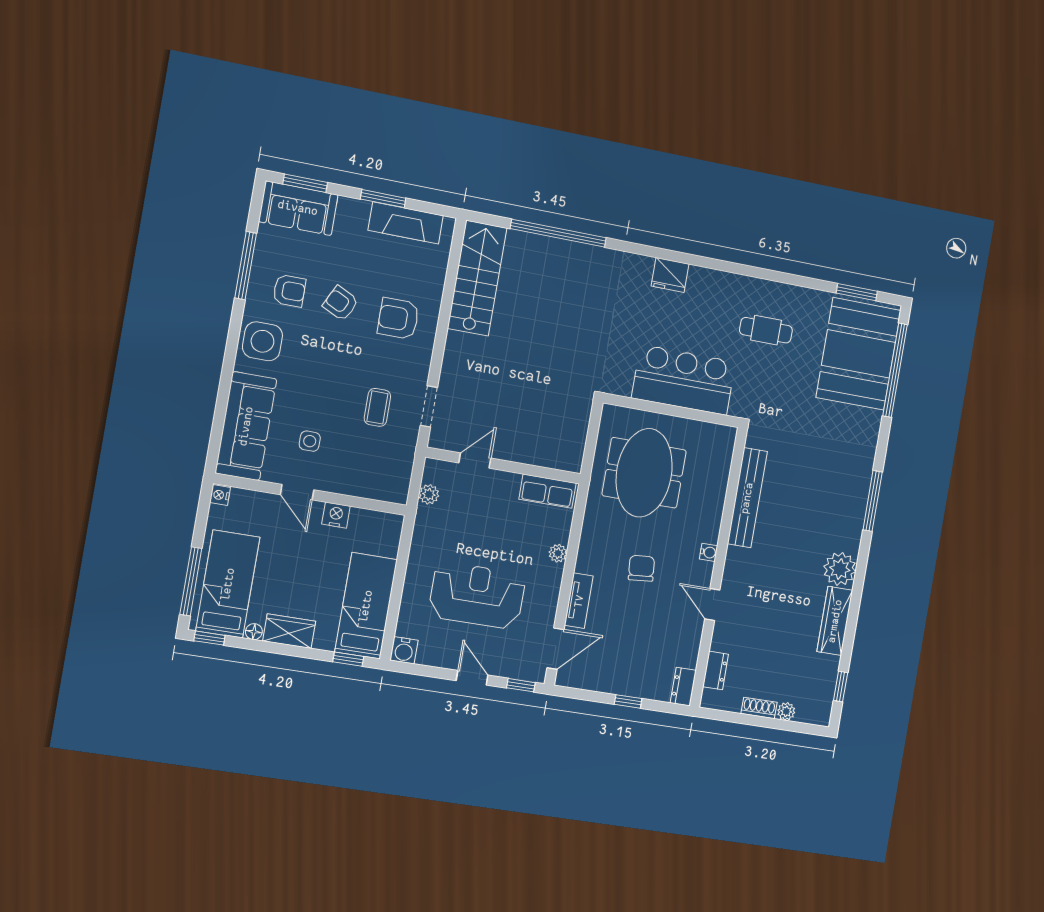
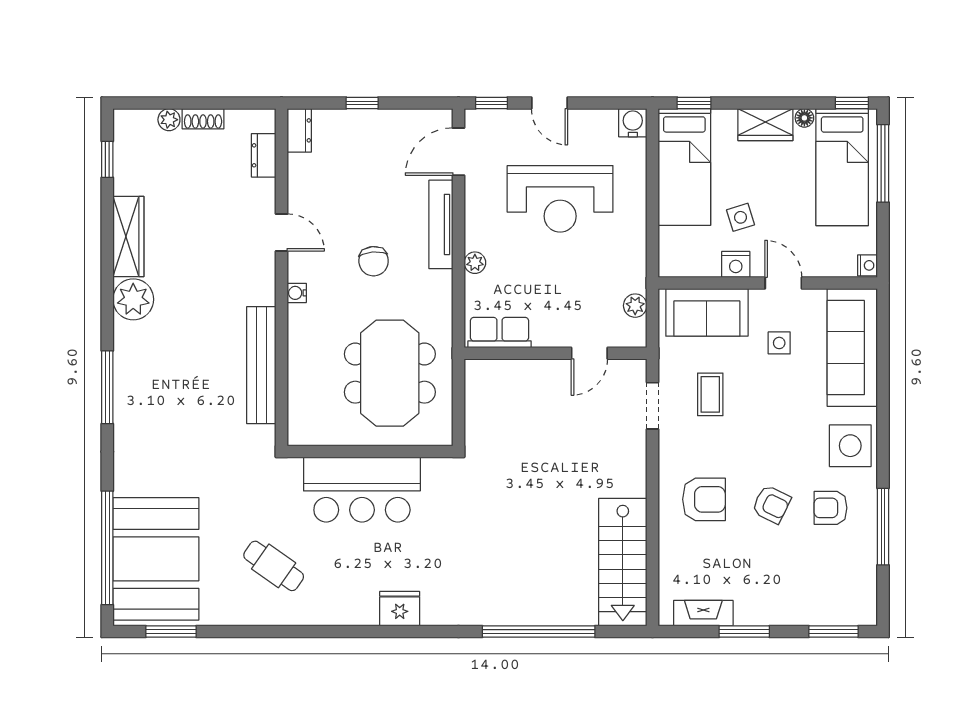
sofa: (298, 208) -> (707, 312), moved, turned 180
fireplace: (406, 223) -> (703, 613), width x0.73, depth x0.76
cafe table: (766, 330) -> (274, 566), turned 35
side table: (325, 555) -> (740, 217), added
tv unit: (579, 601) -> (441, 224), width x1.41

